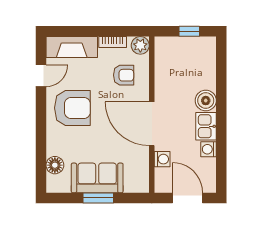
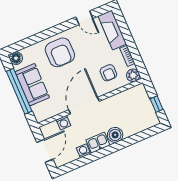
armchair: (72, 108) -> (60, 52), moved
floor lamp: (55, 165) -> (16, 58), moved
window: (98, 198) -> (19, 91), width x2.11

